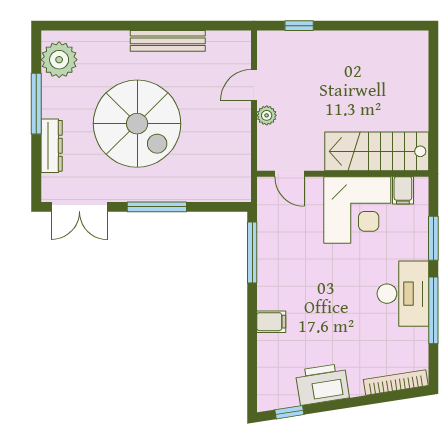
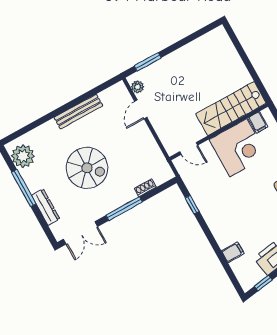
window: (299, 26) -> (148, 62), width x1.50
plant: (267, 115) -> (138, 87), moved
spiral stairs: (137, 124) -> (87, 168), width x0.73, depth x0.73
shoe rack: (201, 194) -> (145, 188), added
window: (252, 253) -> (192, 205), width x0.46
filing cabinet: (271, 322) -> (233, 252), moved

